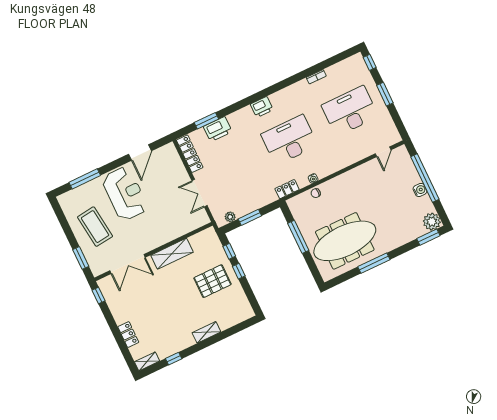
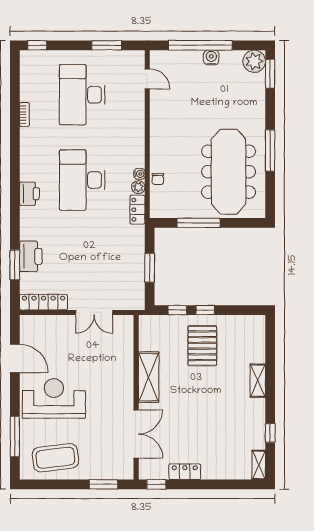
window: (385, 94) -> (107, 45), moved
plant: (230, 217) -> (138, 187), moved
coffee table: (95, 227) -> (55, 458), moved
locker: (128, 335) -> (185, 472), moved

